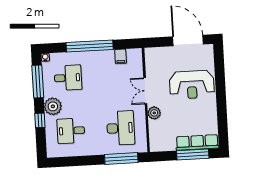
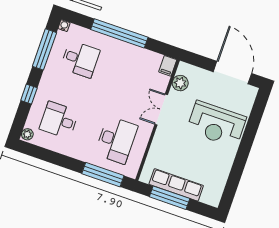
filing cabinet: (121, 56) -> (168, 66), moved
plant: (53, 106) -> (27, 134), moved, width x0.53, depth x0.53
plant: (154, 113) -> (180, 83), moved
row of seats: (197, 142) -> (176, 185), moved
window: (193, 154) -> (170, 198), moved

